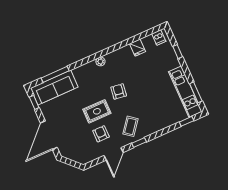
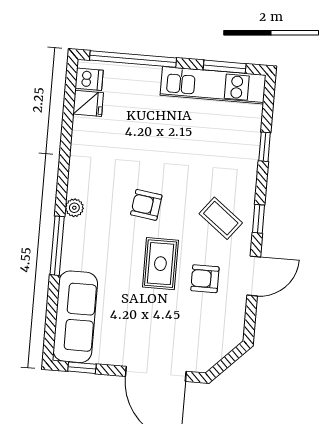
fridge: (138, 48) -> (88, 103), moved
window: (178, 52) -> (133, 59), width x3.17
window: (55, 74) -> (57, 246), moved
window: (187, 121) -> (265, 147), moved
door: (114, 154) -> (254, 276), hinge flipped

